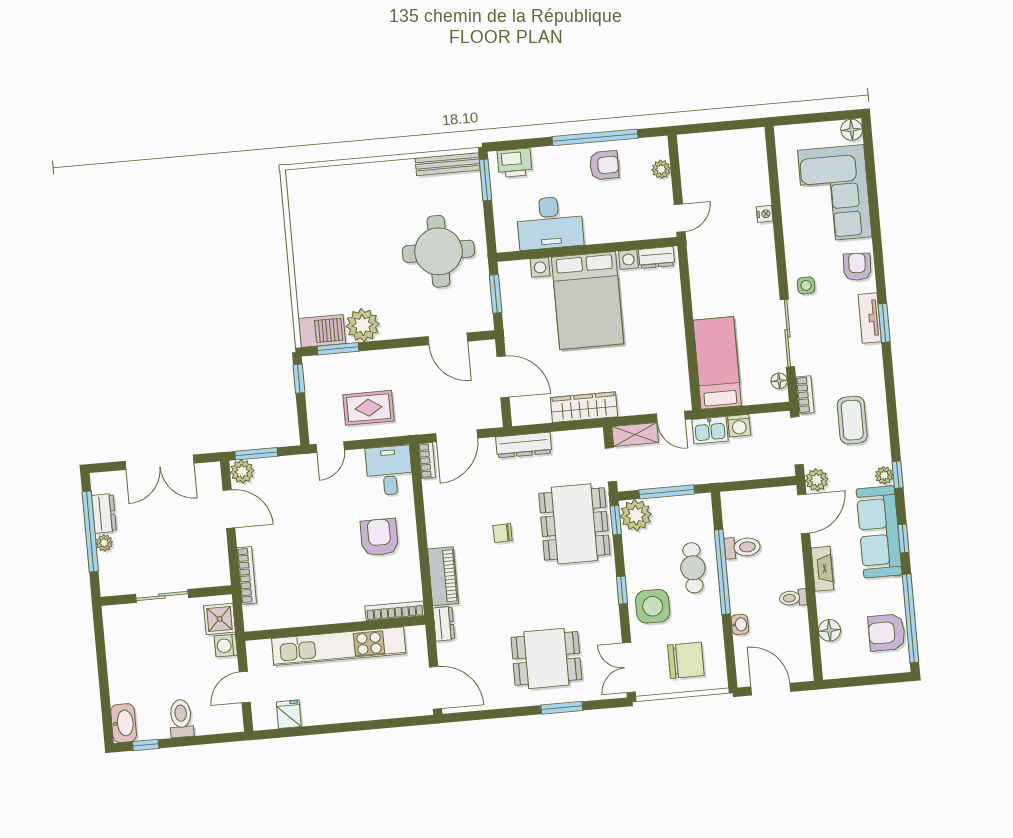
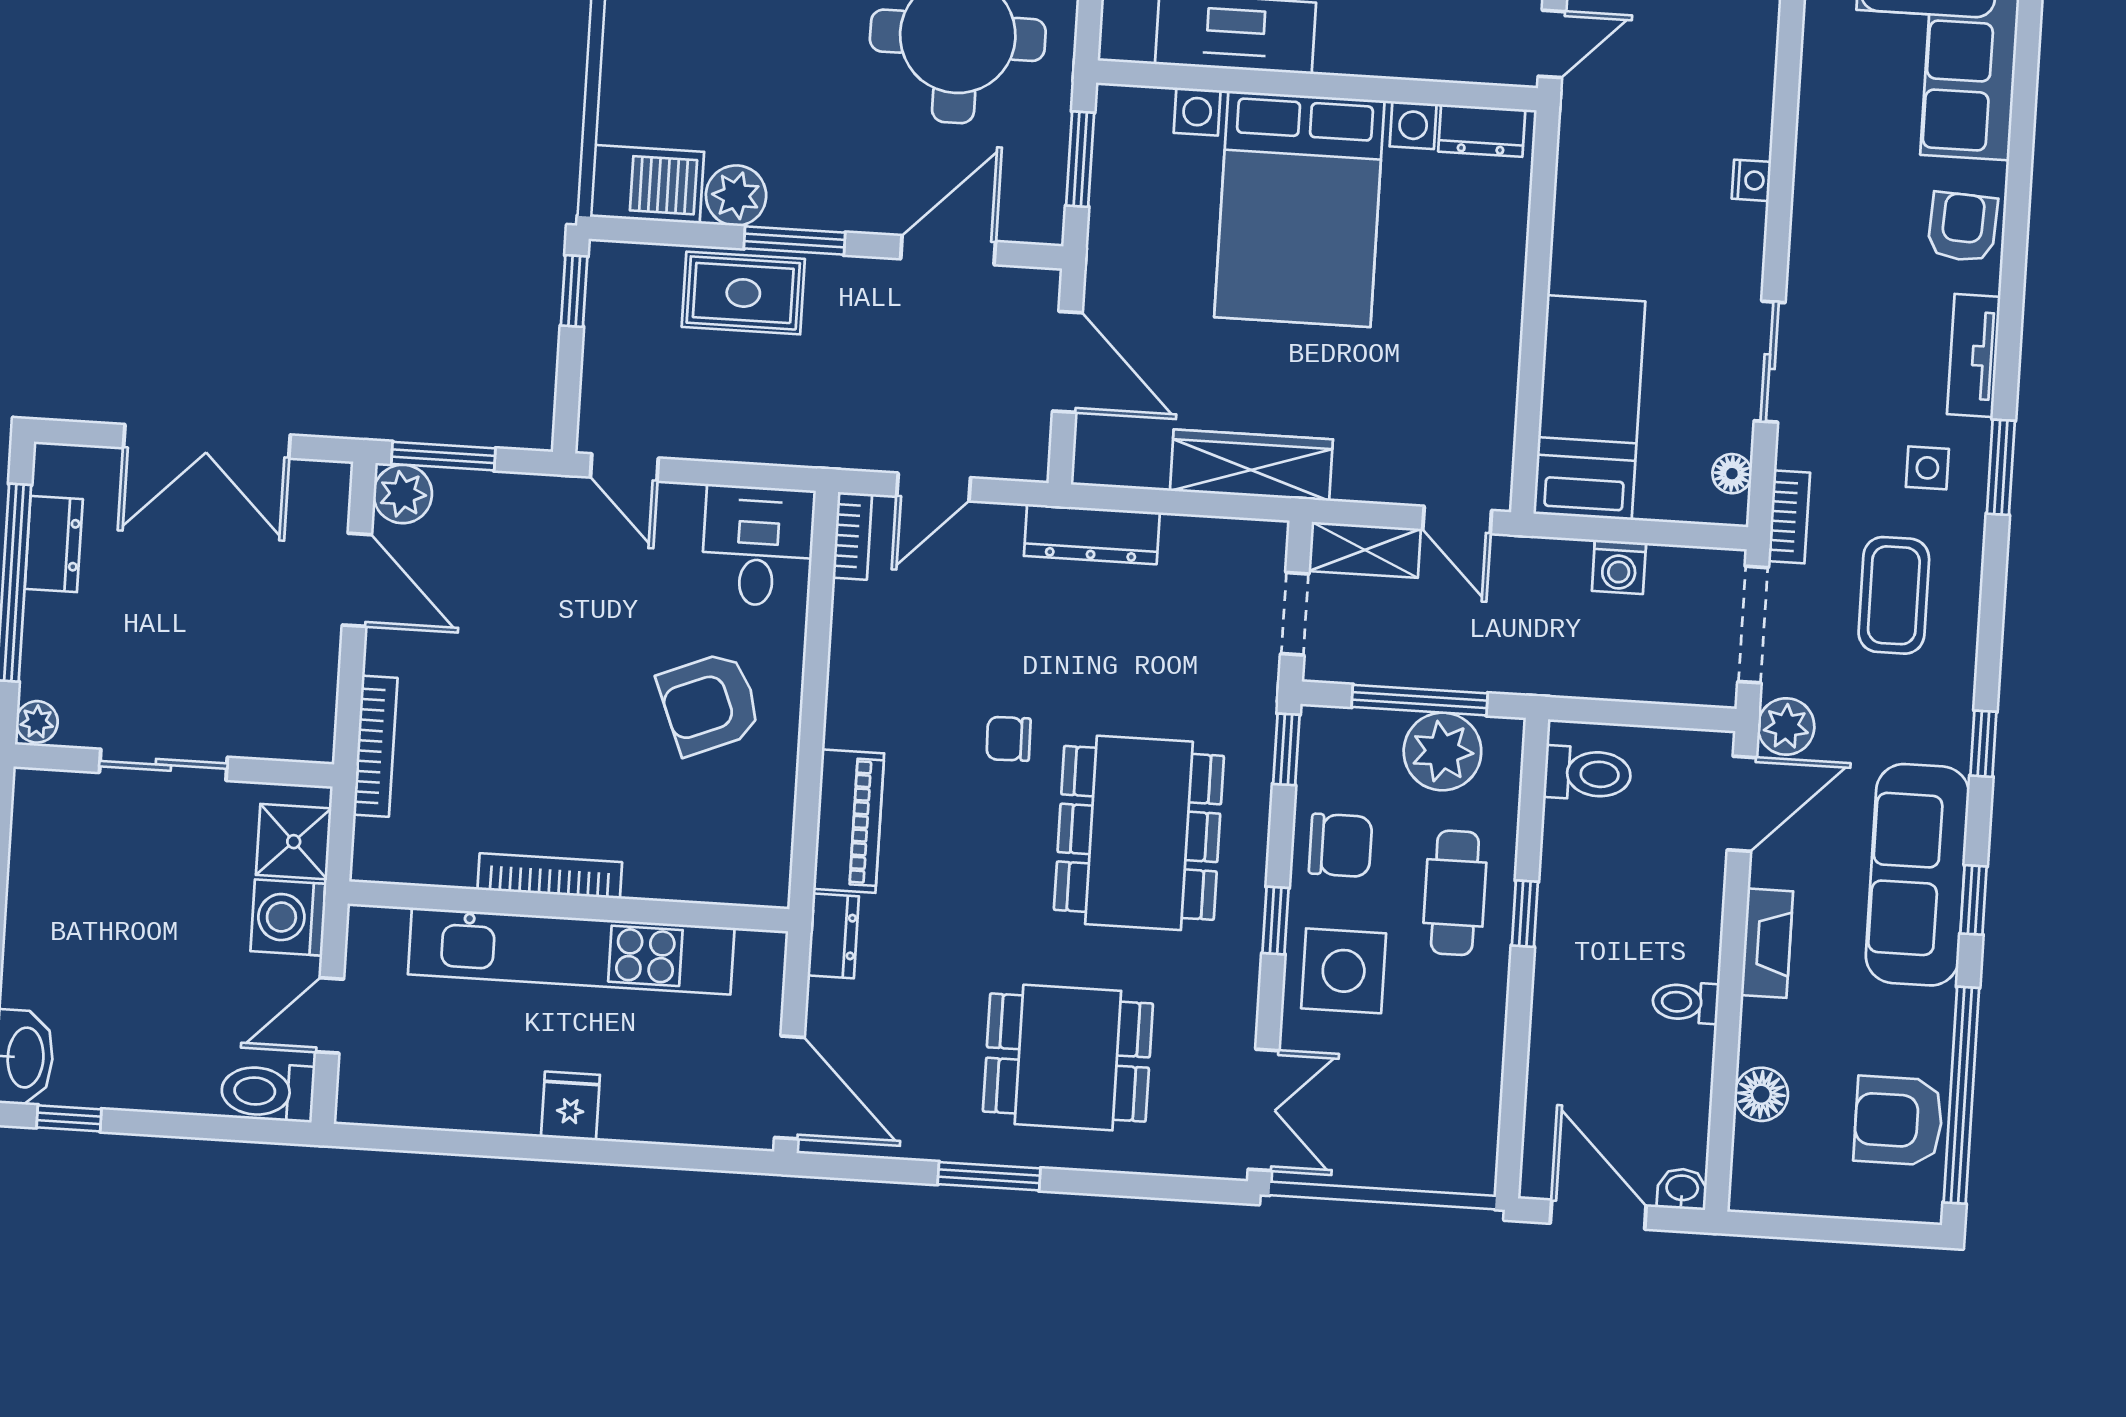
nightstand: (765, 214) -> (1751, 180), moved
side table: (806, 285) -> (1927, 468), moved
window: (884, 323) -> (2001, 467), moved
plant: (363, 325) -> (736, 196), width x0.73, depth x0.73
sliding door: (787, 333) -> (1770, 362), width x0.73
door: (448, 339) -> (948, 250), swing flipped
window: (338, 349) -> (795, 241), moved
rug: (369, 408) -> (743, 293), moved
kitchen sink: (710, 430) -> (1547, 567), removed
door: (457, 436) -> (934, 487), width x0.73
door: (330, 447) -> (624, 468), hinge flipped
plant: (884, 475) -> (1950, 740), removed
plant: (636, 515) -> (1442, 752), moved
dining table: (574, 524) -> (1139, 833), moved
armchair: (379, 537) -> (710, 703), turned -112
plant: (104, 543) -> (37, 722), moved
toilet: (742, 547) -> (1588, 774), moved
window: (722, 572) -> (1525, 914), width x0.32
bookcase: (395, 611) -> (550, 876), moved
washbasin: (740, 624) -> (1682, 1189), moved, turned -90
washing machine: (226, 646) -> (289, 917), width x1.38, depth x1.38
chair: (686, 660) -> (1341, 845), moved, width x0.73, depth x0.73
double door: (629, 668) -> (1264, 1110), swing flipped
window: (562, 708) -> (989, 1176), moved
fridge: (289, 714) -> (570, 1106), moved
toilet: (181, 718) -> (268, 1092), moved, turned -90

